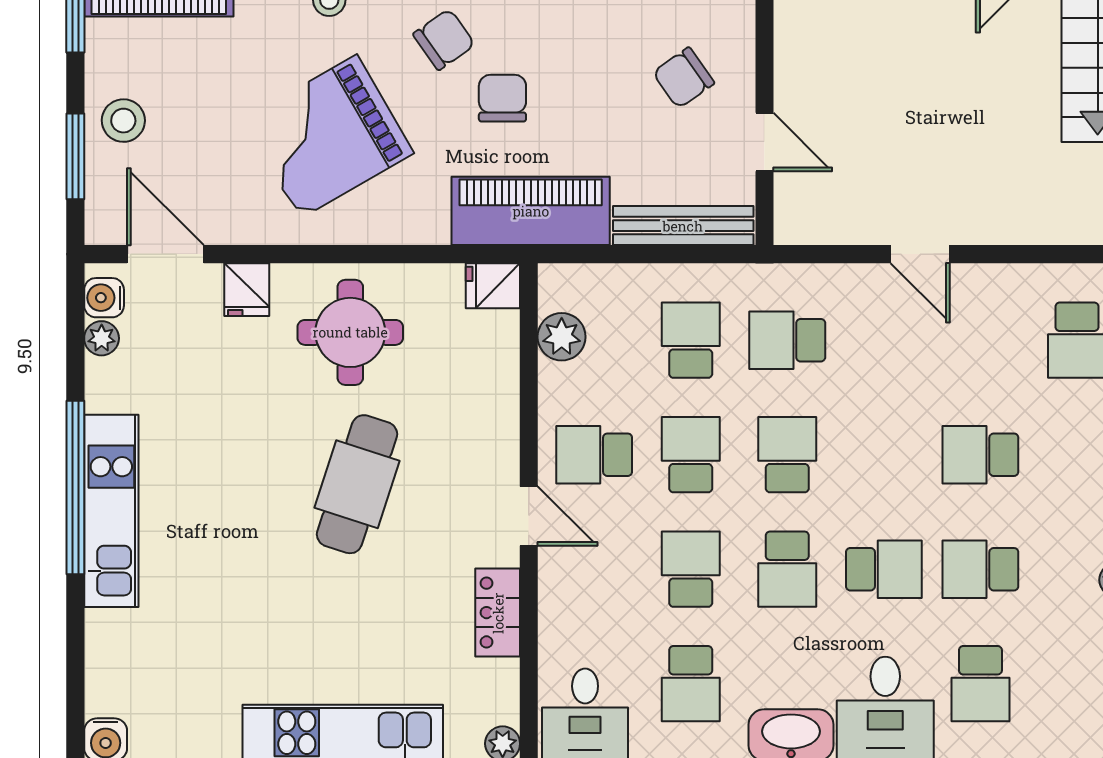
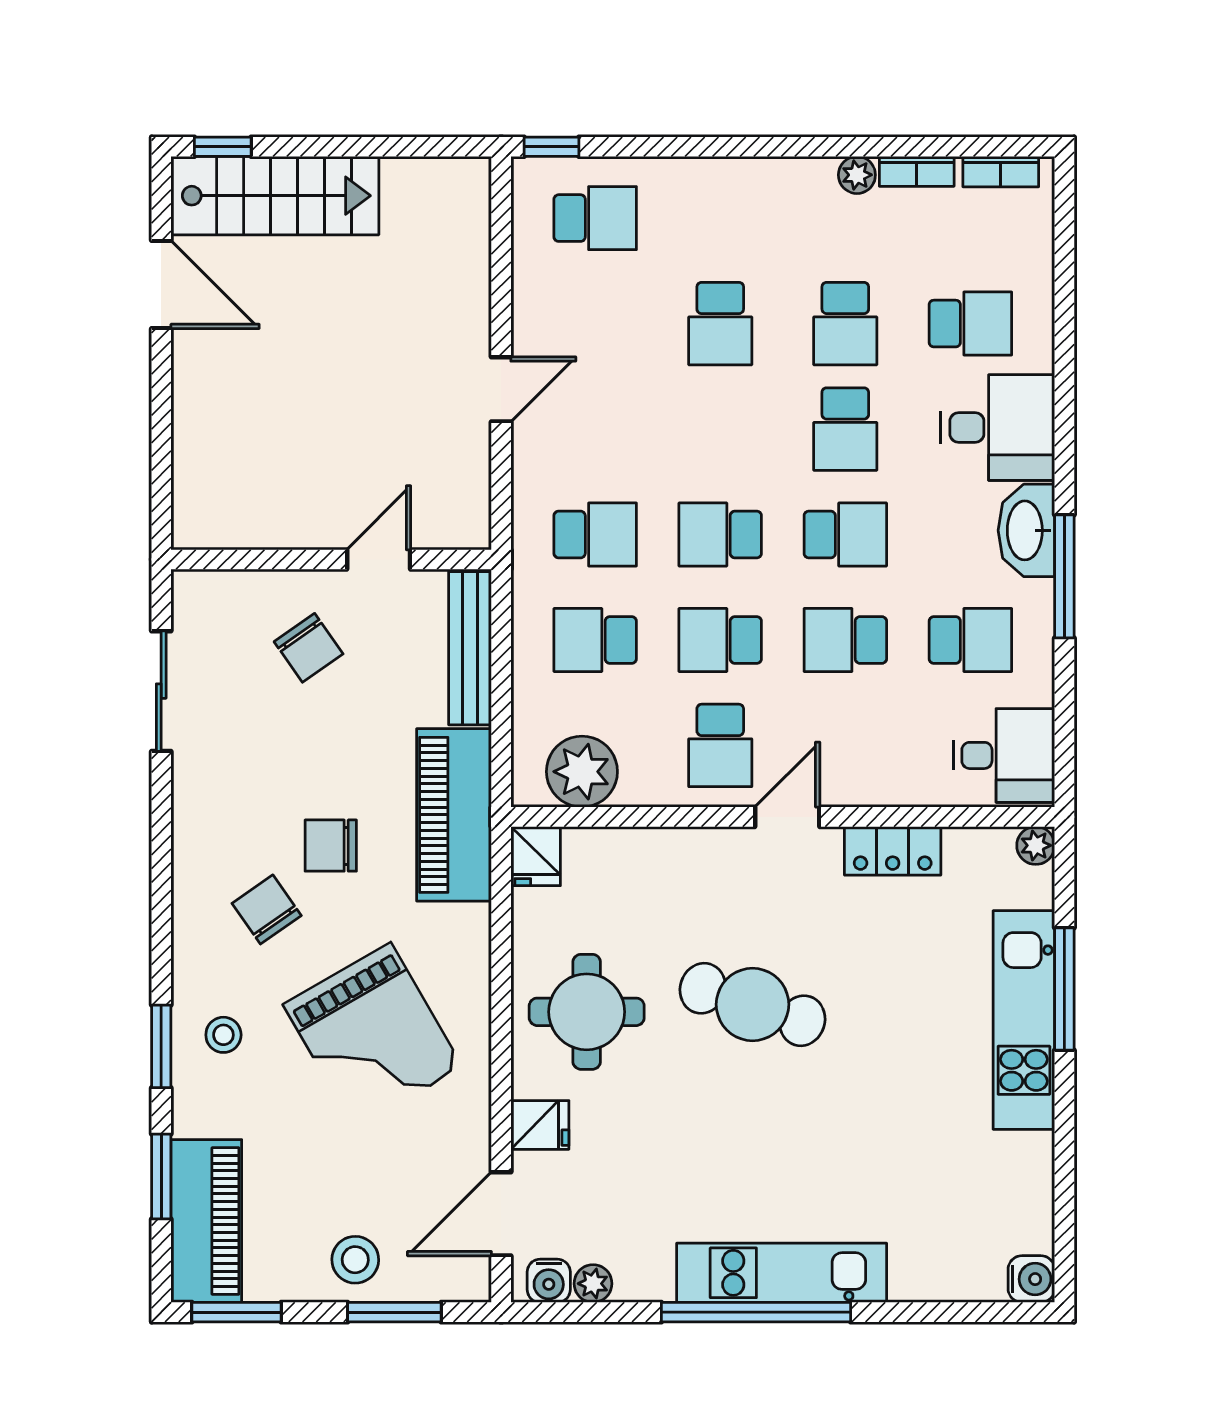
plant: (562, 337) -> (582, 772), width x1.36, depth x1.36
school desk: (787, 340) -> (595, 535), turned -90
school desk: (884, 569) -> (845, 429), turned 180

